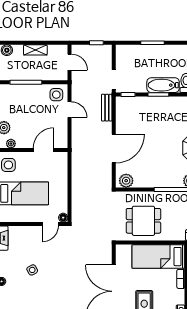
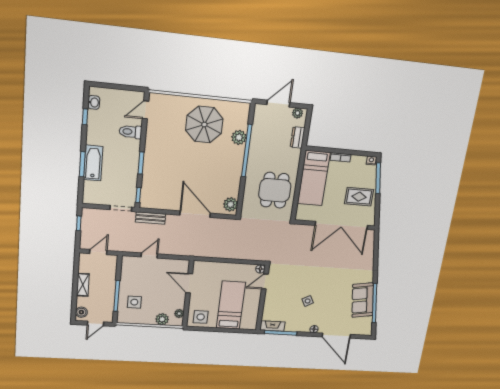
bathtub: (163, 85) -> (93, 163), moved, turned 180
side table: (56, 95) -> (134, 302), moved
door: (50, 224) -> (265, 282), swing flipped

